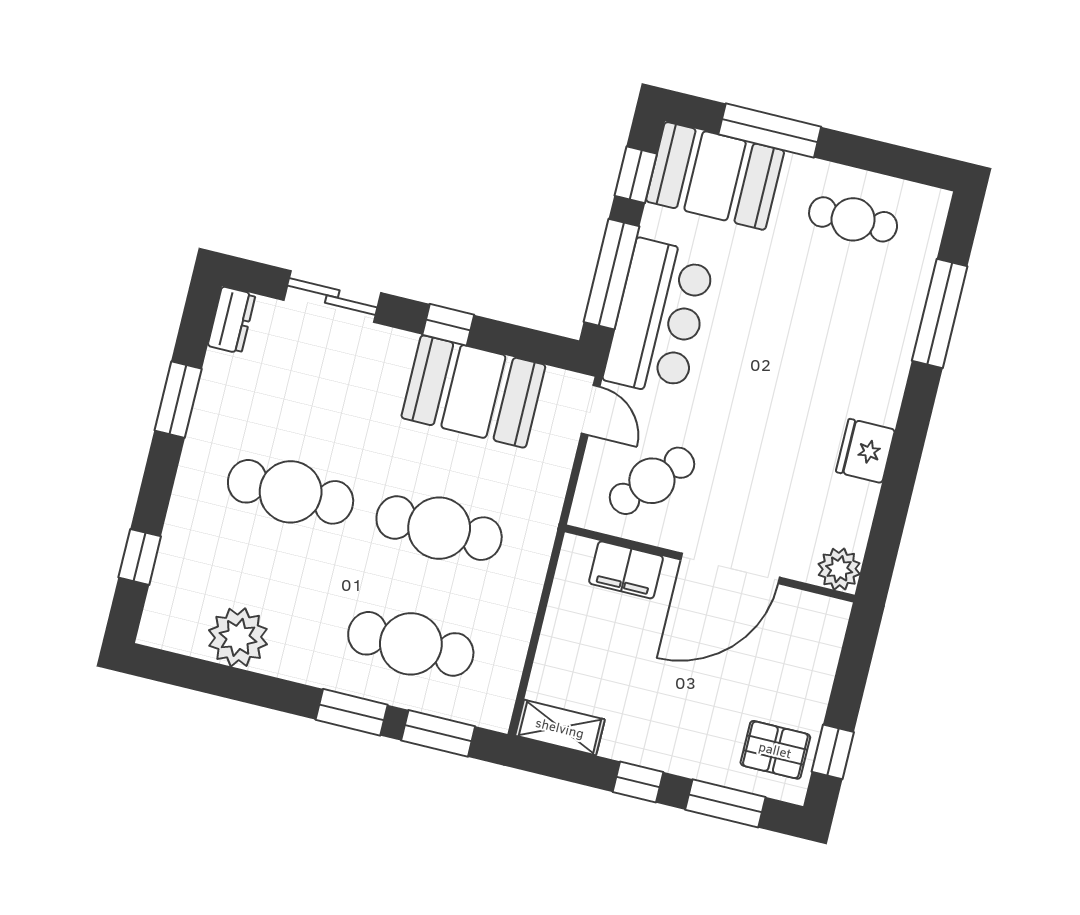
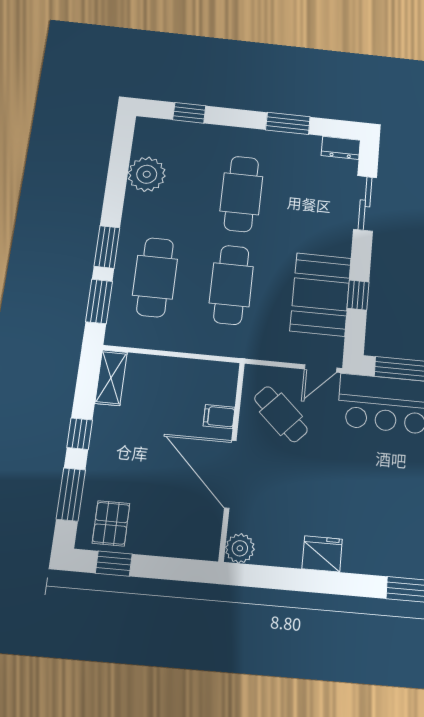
window: (448, 325) -> (358, 295), moved
filing cabinet: (626, 570) -> (219, 417), width x0.50

